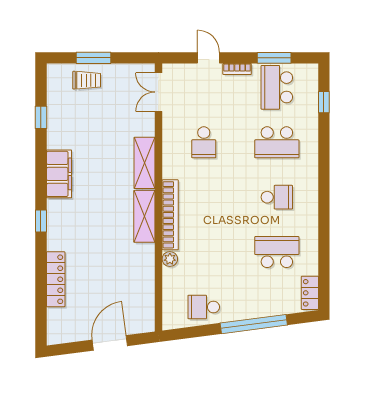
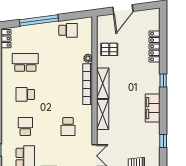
school desk: (204, 142) -> (68, 127), turned 180
school desk: (277, 142) -> (25, 127), width x0.54
school desk: (277, 252) -> (25, 62), turned 180
pallet: (133, 274) -> (109, 49), added

